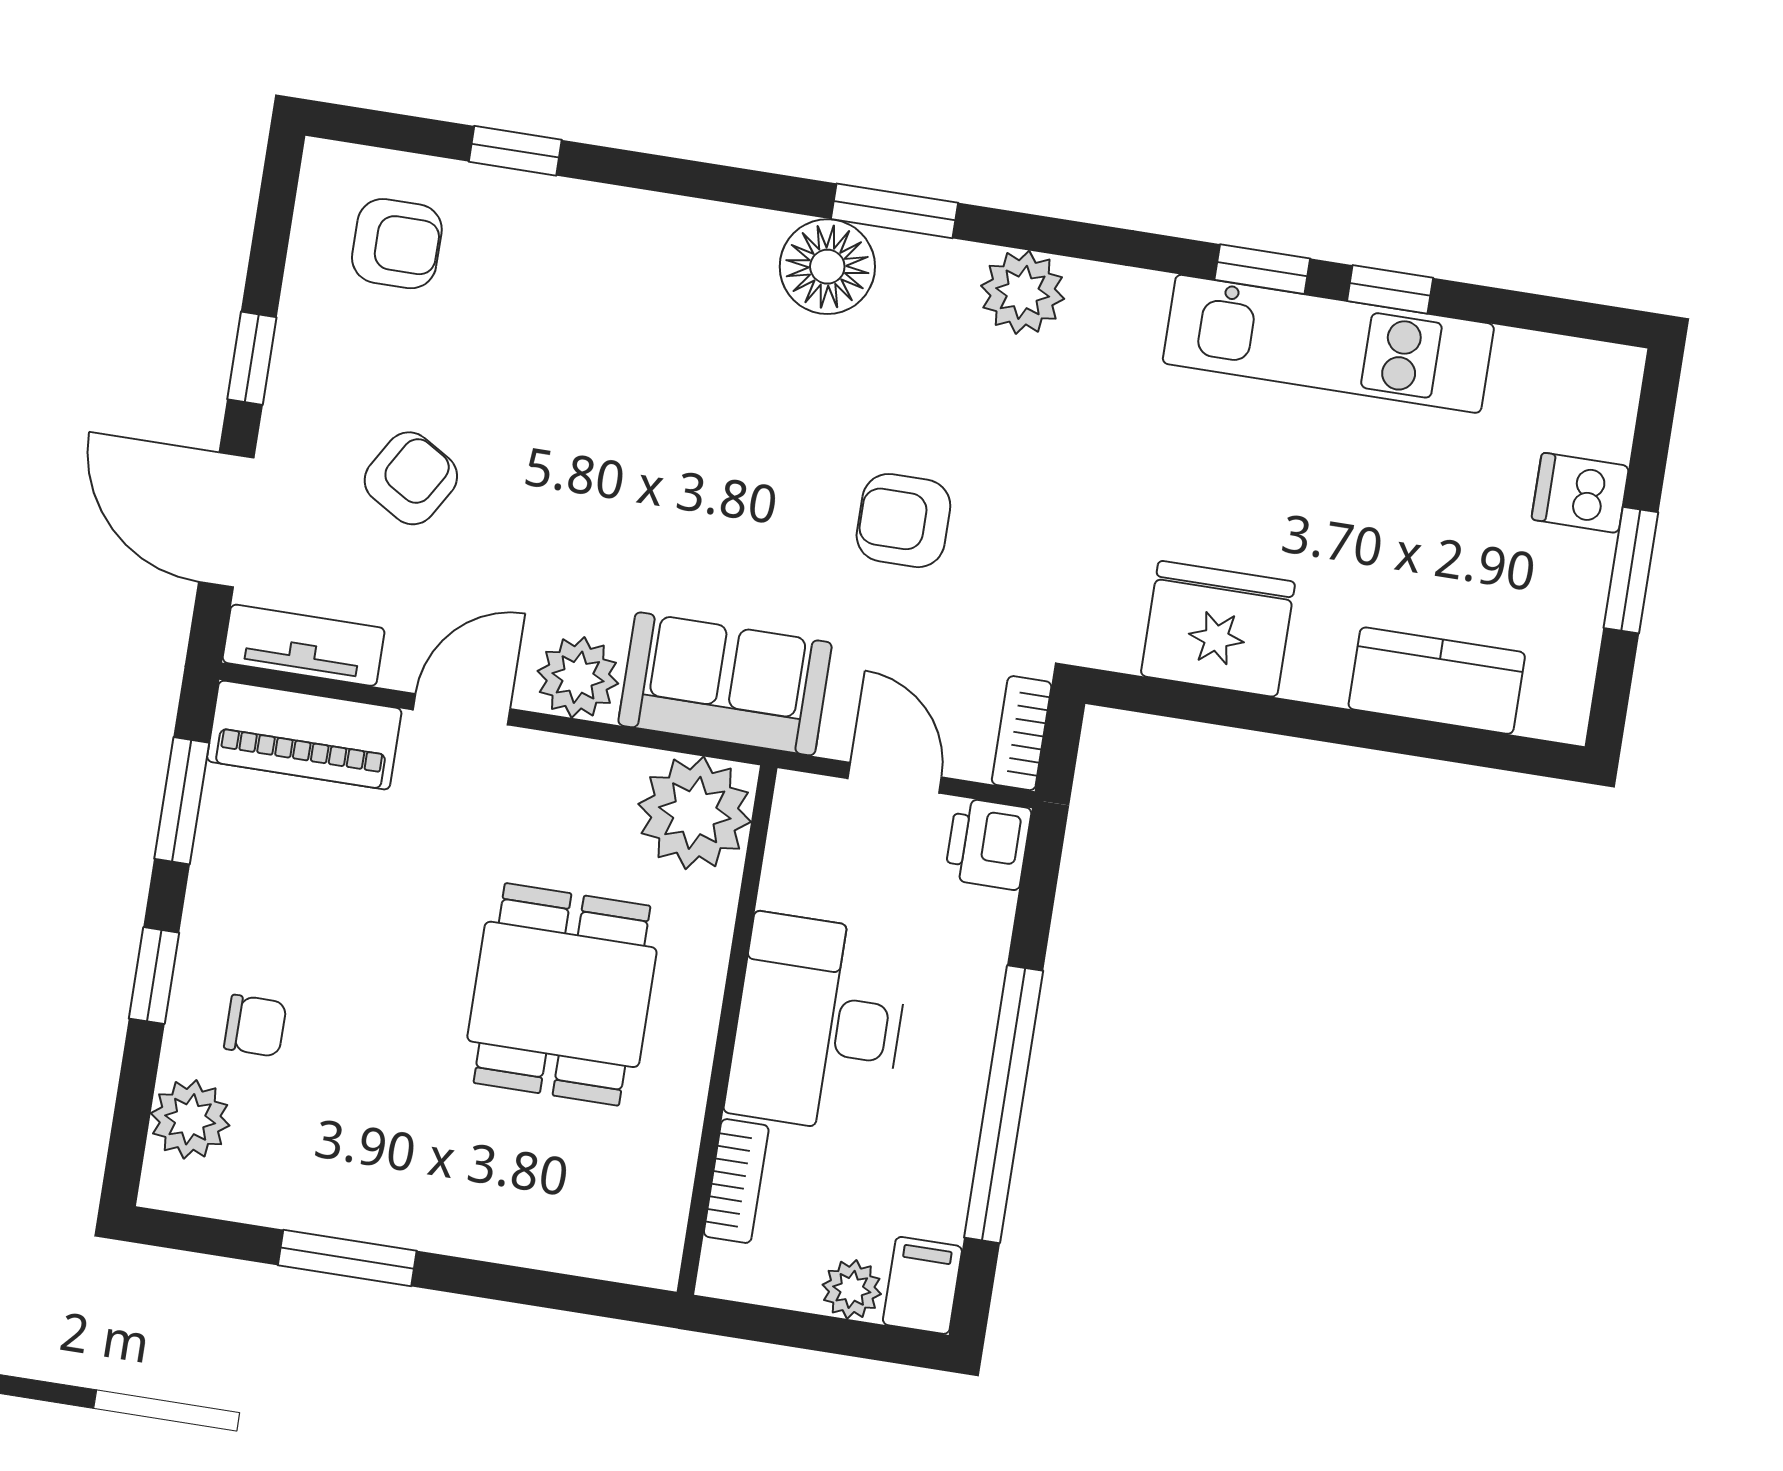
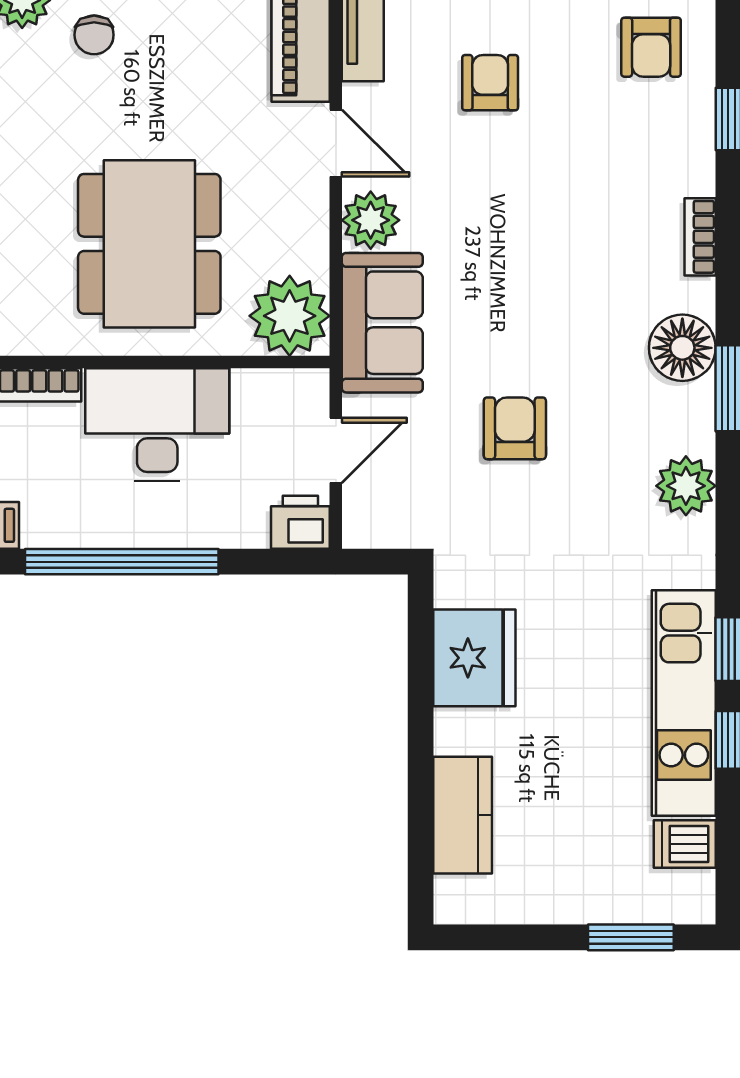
armchair: (411, 478) -> (490, 83), turned -121
dishwasher: (1580, 493) -> (685, 844), moved, turned -90
window: (1631, 570) -> (631, 937), moved
bookcase: (1022, 733) -> (700, 237), moved, turned -90
dining table: (562, 994) -> (149, 244), width x1.38

